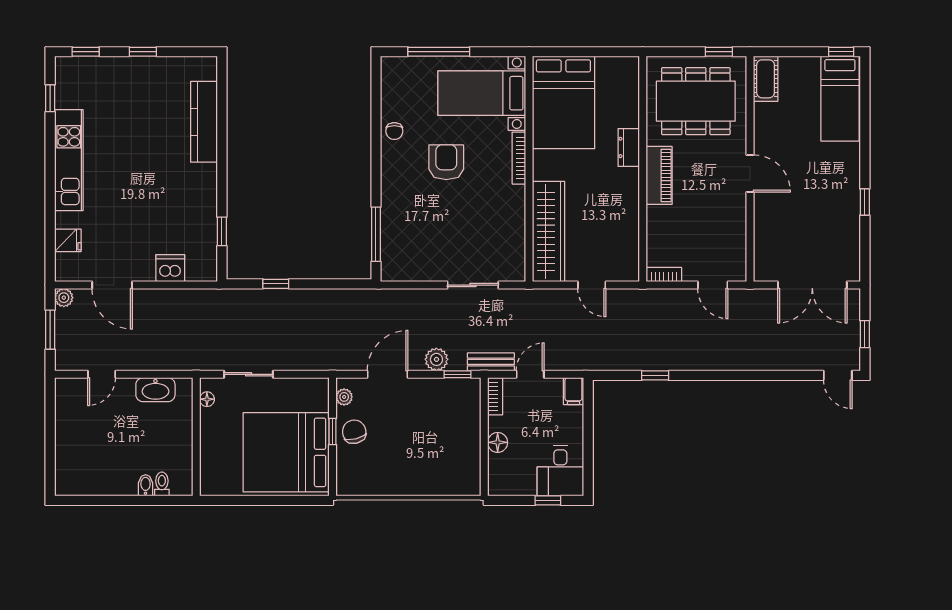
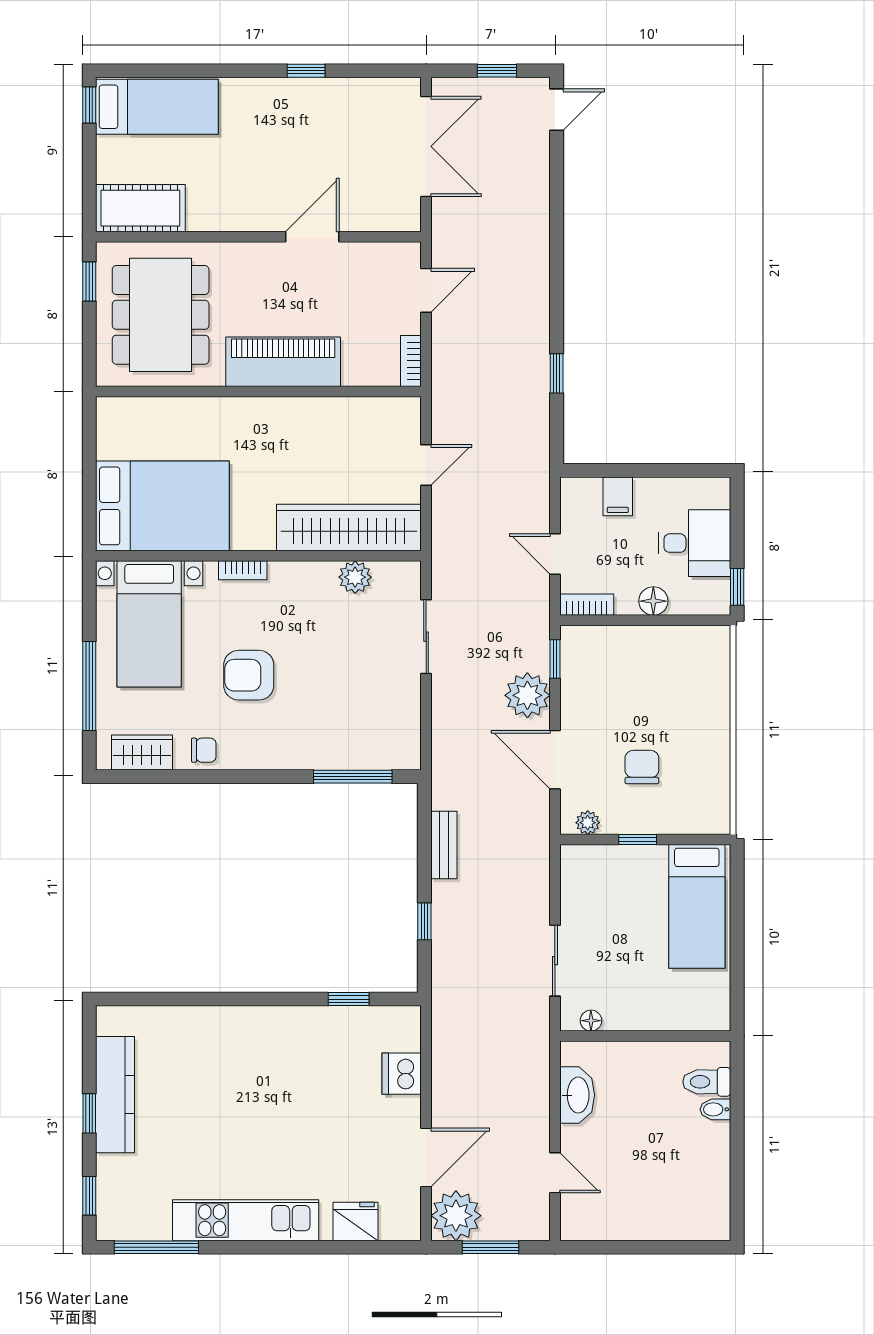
cot: (766, 79) -> (140, 208), width x1.37, depth x1.34
wardrobe: (393, 88) -> (142, 753), added
window: (50, 98) -> (156, 1247), width x2.17
kitchen counter: (204, 122) -> (115, 1095), moved, turned -90
dresser: (629, 147) -> (227, 412), removed
bookcase: (519, 158) -> (243, 570), width x0.64
door: (750, 173) -> (312, 237), moved
piano: (659, 175) -> (283, 362), width x1.37, depth x1.33
plant: (514, 236) -> (355, 577), added
fridge: (68, 240) -> (355, 1221), width x1.38
plant: (64, 298) -> (456, 1216), width x1.87, depth x1.87
plant: (436, 359) -> (527, 695), width x1.36, depth x1.36
bench: (491, 362) -> (444, 845), moved
filing cabinet: (573, 391) -> (618, 496), moved, turned 90
chair: (354, 432) -> (642, 767), moved, turned 104
bed: (286, 452) -> (697, 906), width x0.49
desk: (560, 471) -> (694, 543), moved
toilet: (162, 484) -> (707, 1082), width x1.37, depth x1.39
window: (548, 500) -> (737, 587), moved

